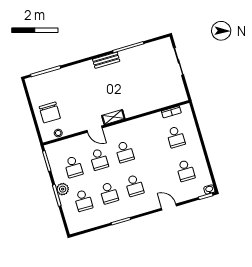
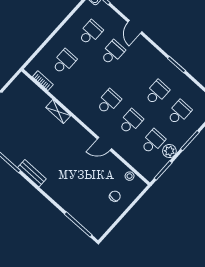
chair: (50, 112) -> (115, 196), width x0.54, depth x0.54
shelving: (113, 117) -> (58, 112), moved
door: (94, 129) -> (104, 144), swing flipped
school desk: (134, 186) -> (113, 53), moved
plant: (63, 189) -> (169, 151), moved

